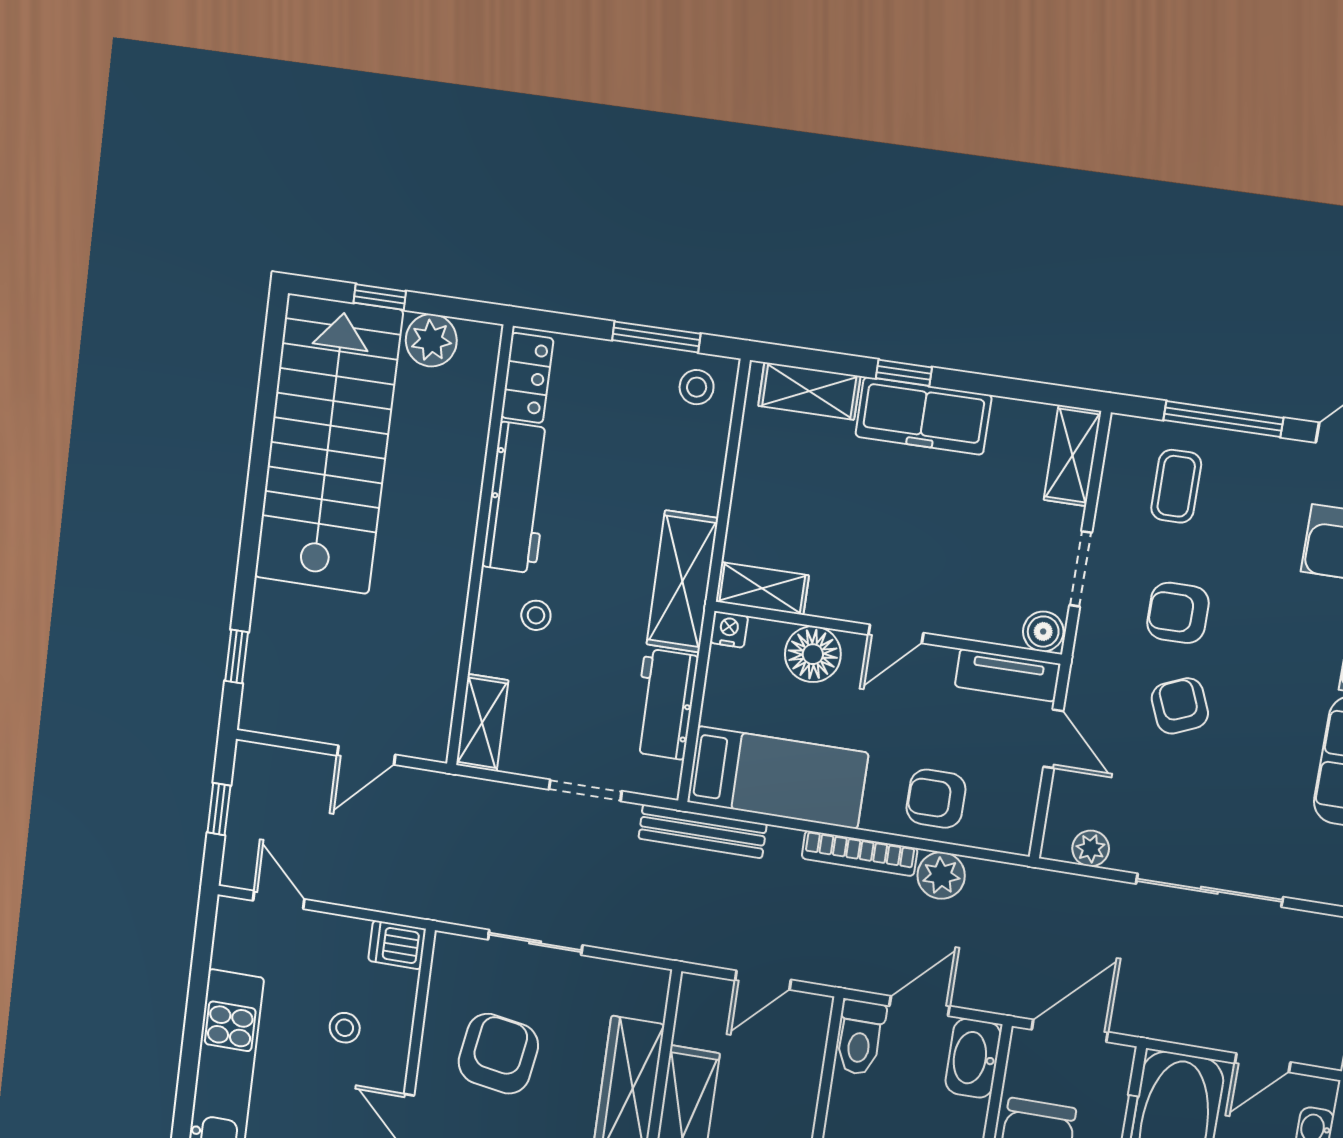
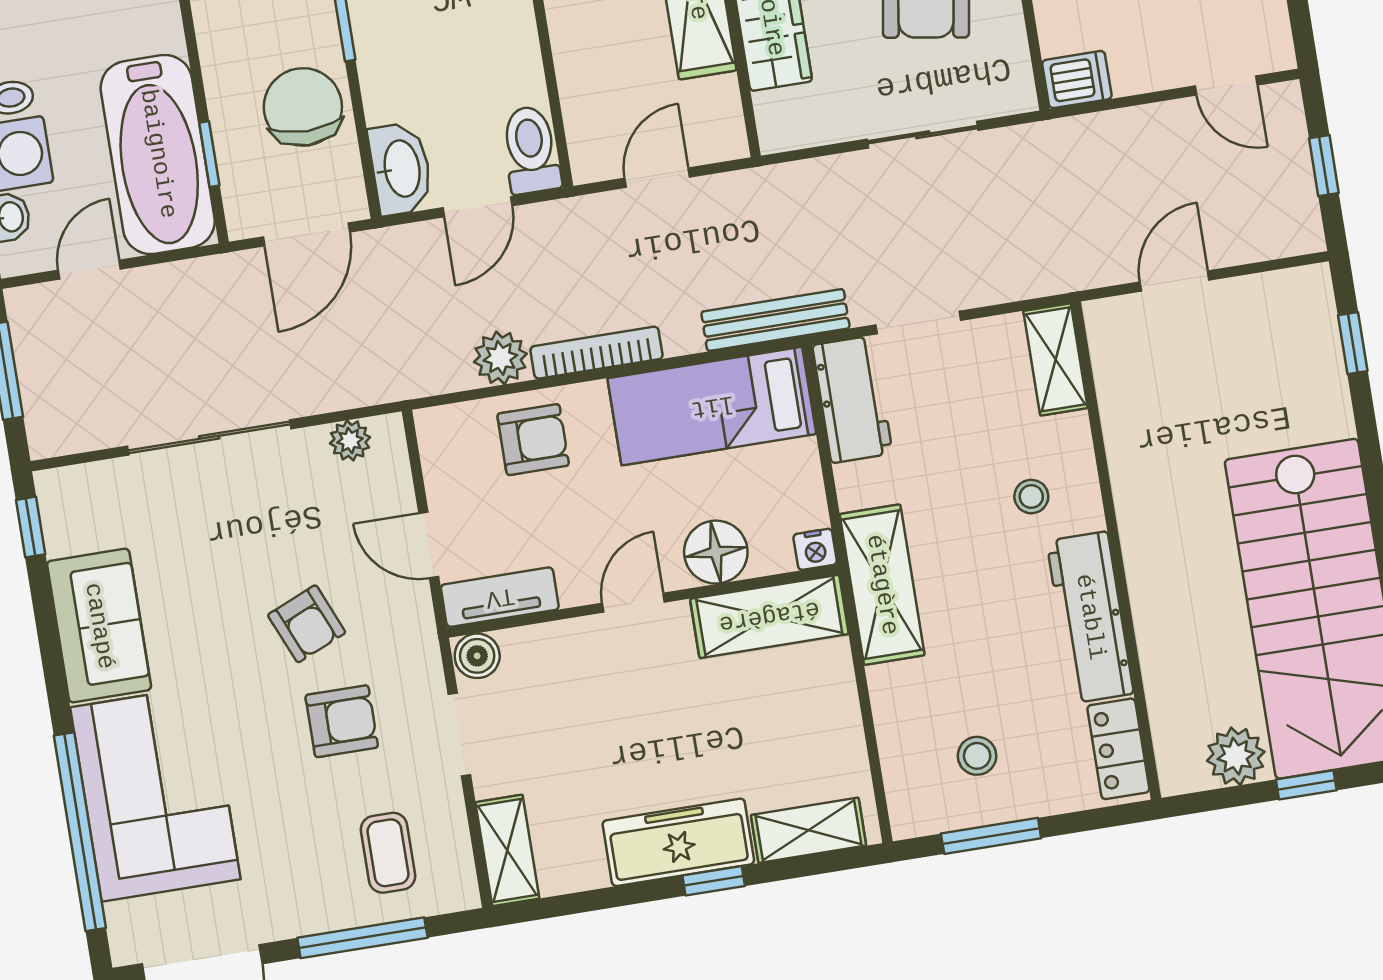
stool: (697, 387) -> (977, 756), moved
shelving: (762, 588) -> (769, 616), width x1.50, depth x1.33
workbench: (665, 704) -> (852, 399), moved

